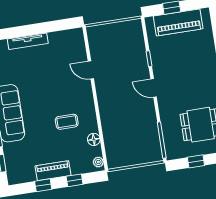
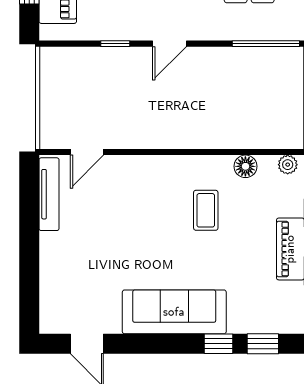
tv unit: (28, 41) -> (49, 194), moved
door: (91, 70) -> (87, 152), moved

